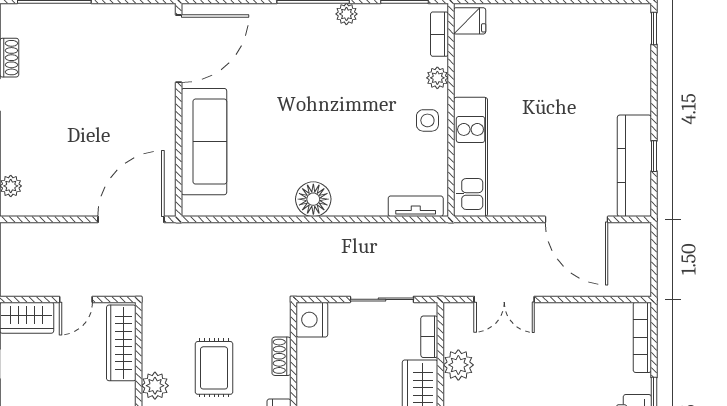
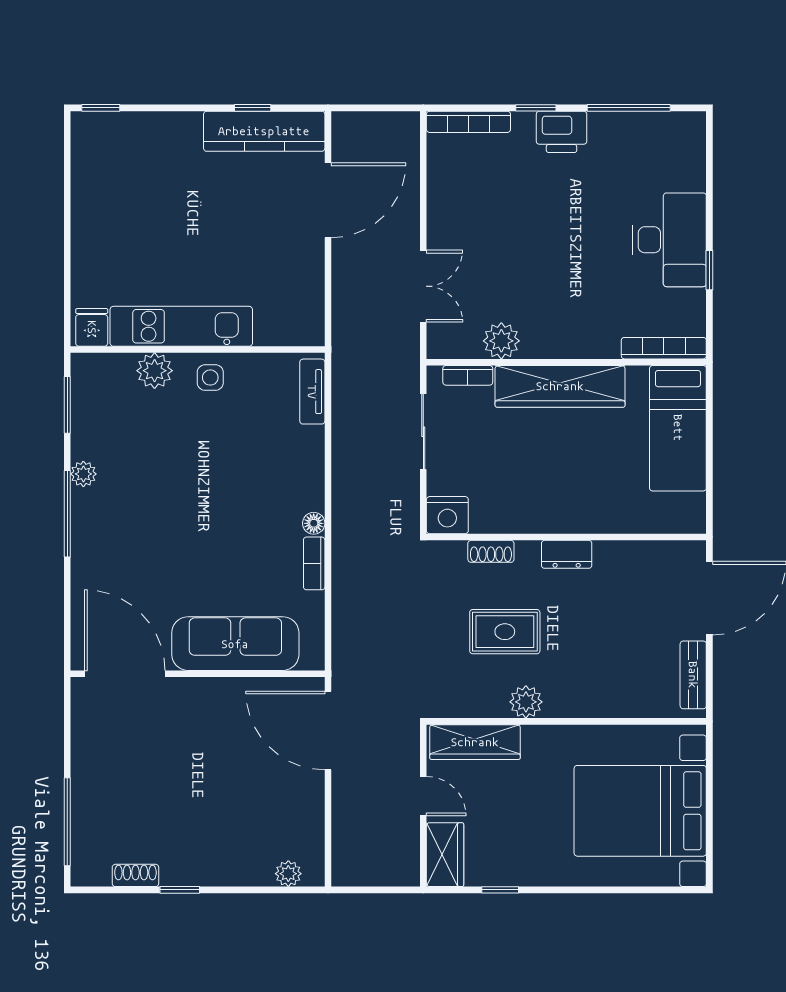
bookcase: (439, 34) -> (314, 563), moved, turned 90
plant: (437, 78) -> (155, 371), width x1.38, depth x1.38
kitchen unit: (471, 157) -> (181, 326), moved
floor lamp: (313, 199) -> (314, 523), width x0.53, depth x0.53

